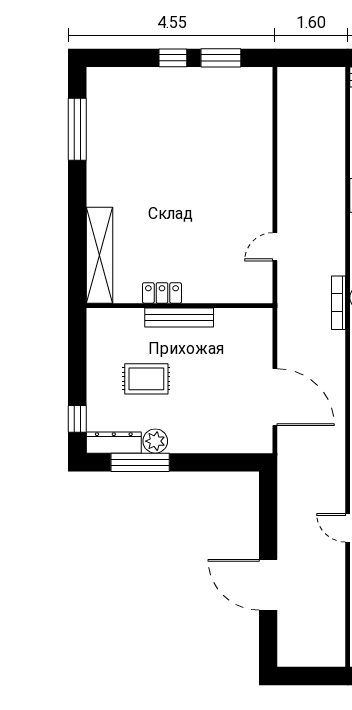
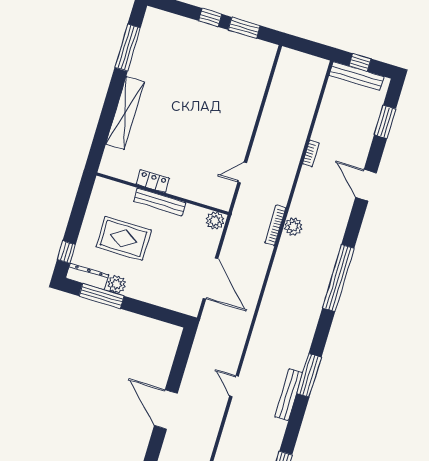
shelving: (99, 255) -> (125, 113), moved
plant: (258, 320) -> (215, 221), added
rug: (146, 379) -> (124, 238), width x1.36, depth x1.43

